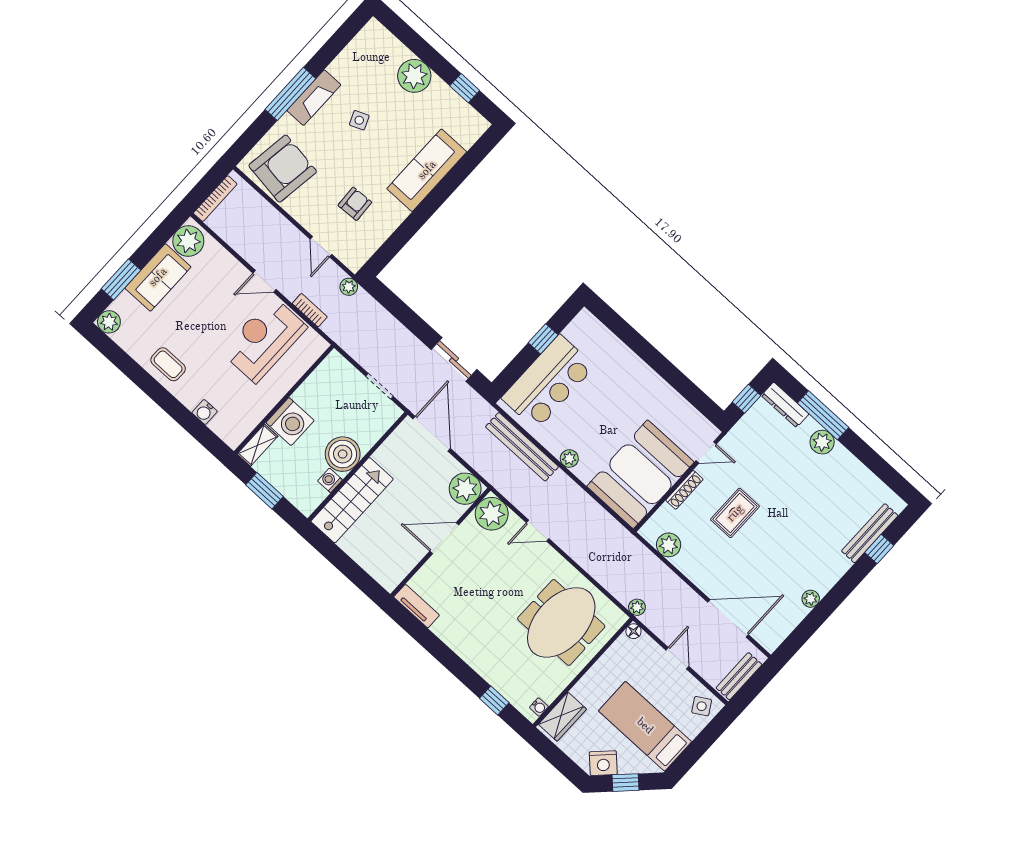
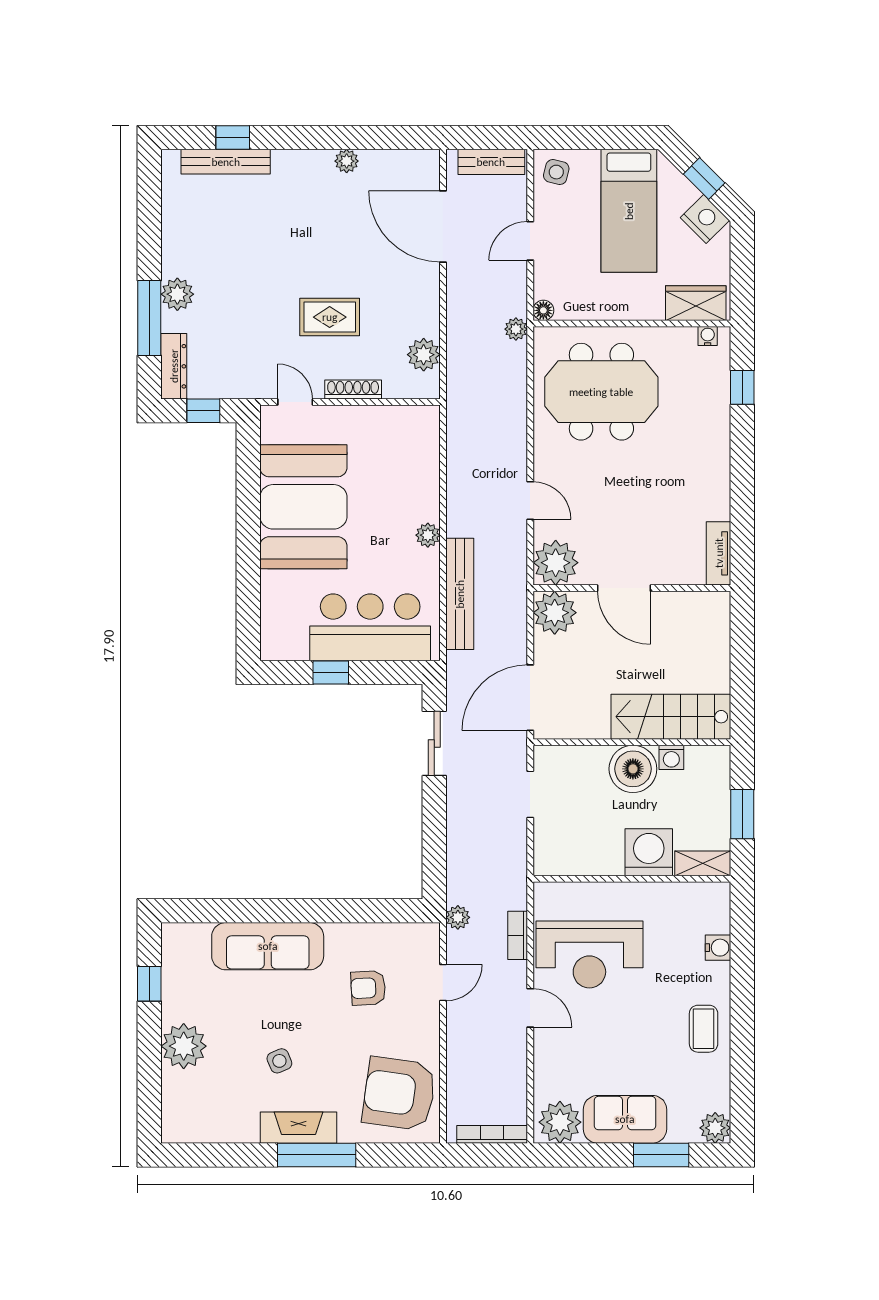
booth: (640, 474) -> (303, 507), moved, turned 90
side table: (702, 706) -> (556, 172), turned 45

